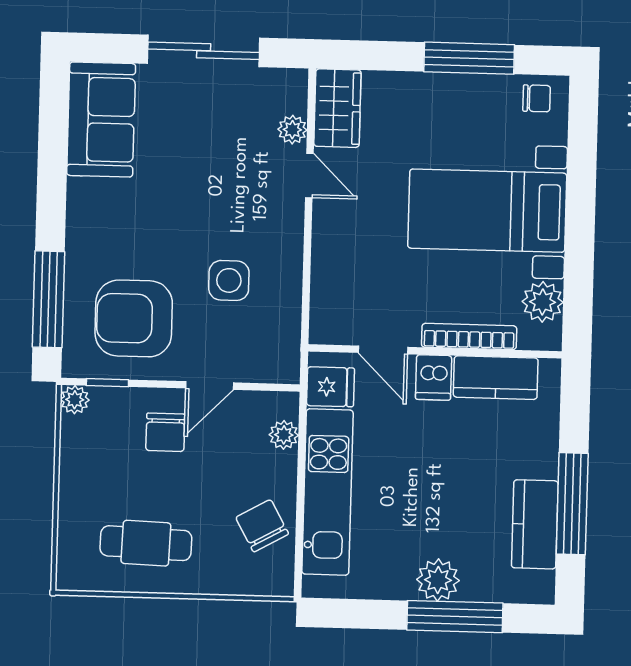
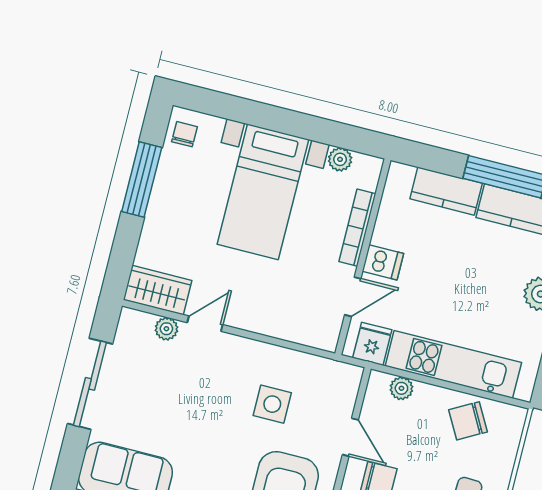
plant: (543, 302) -> (340, 159), width x0.73, depth x0.73
kitchen counter: (496, 378) -> (446, 191), moved, turned 90

